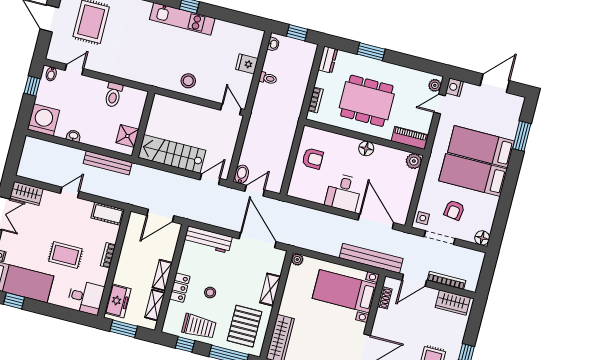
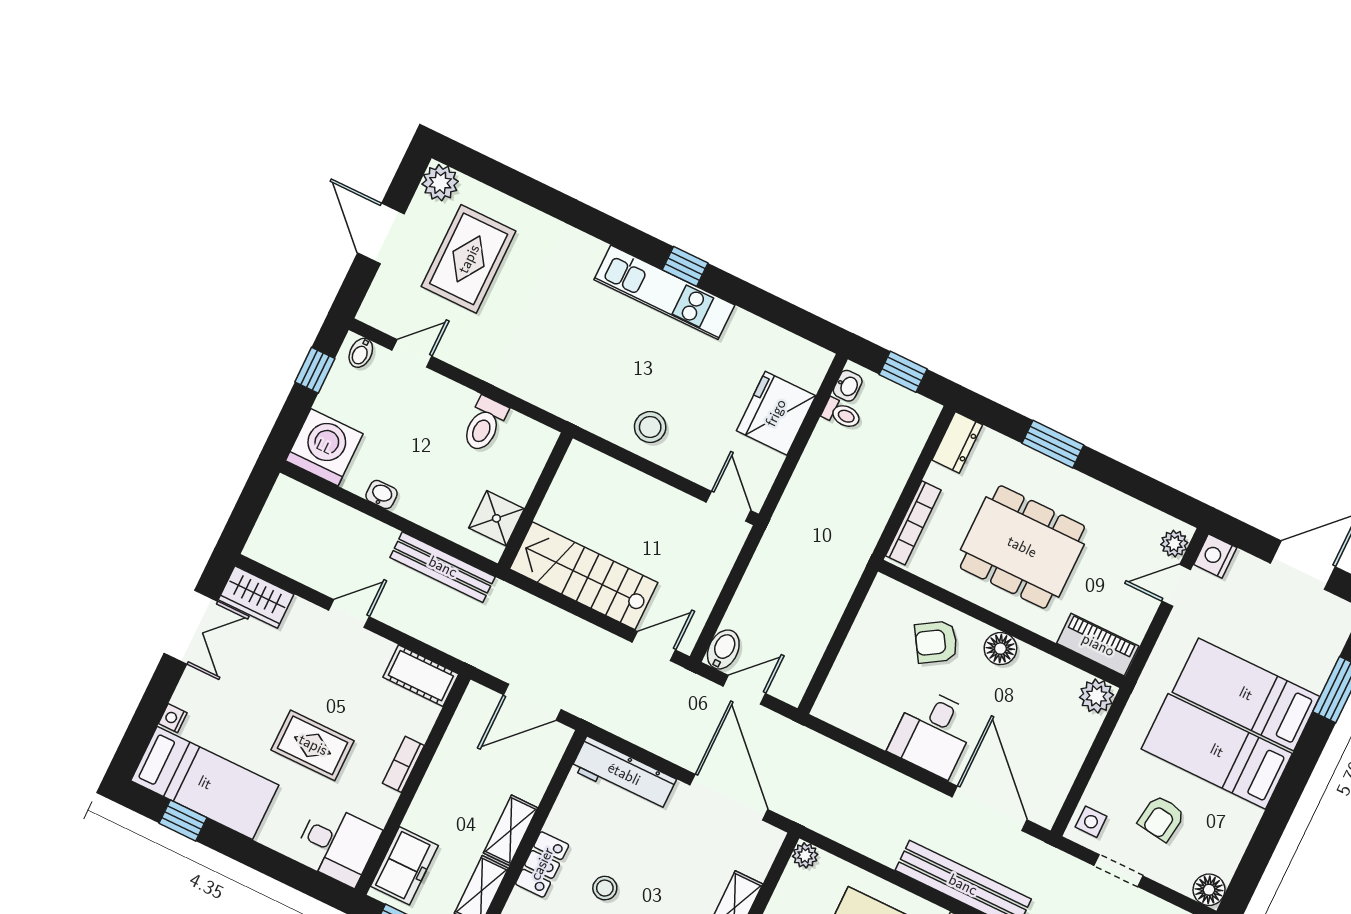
fridge: (247, 64) -> (776, 413), width x1.88, depth x1.34
toilet: (268, 78) -> (842, 414), moved
bookcase: (315, 100) -> (913, 523), width x1.56
armchair: (313, 159) -> (936, 642), moved, turned 148
doorway: (440, 238) -> (1119, 871), width x0.73

